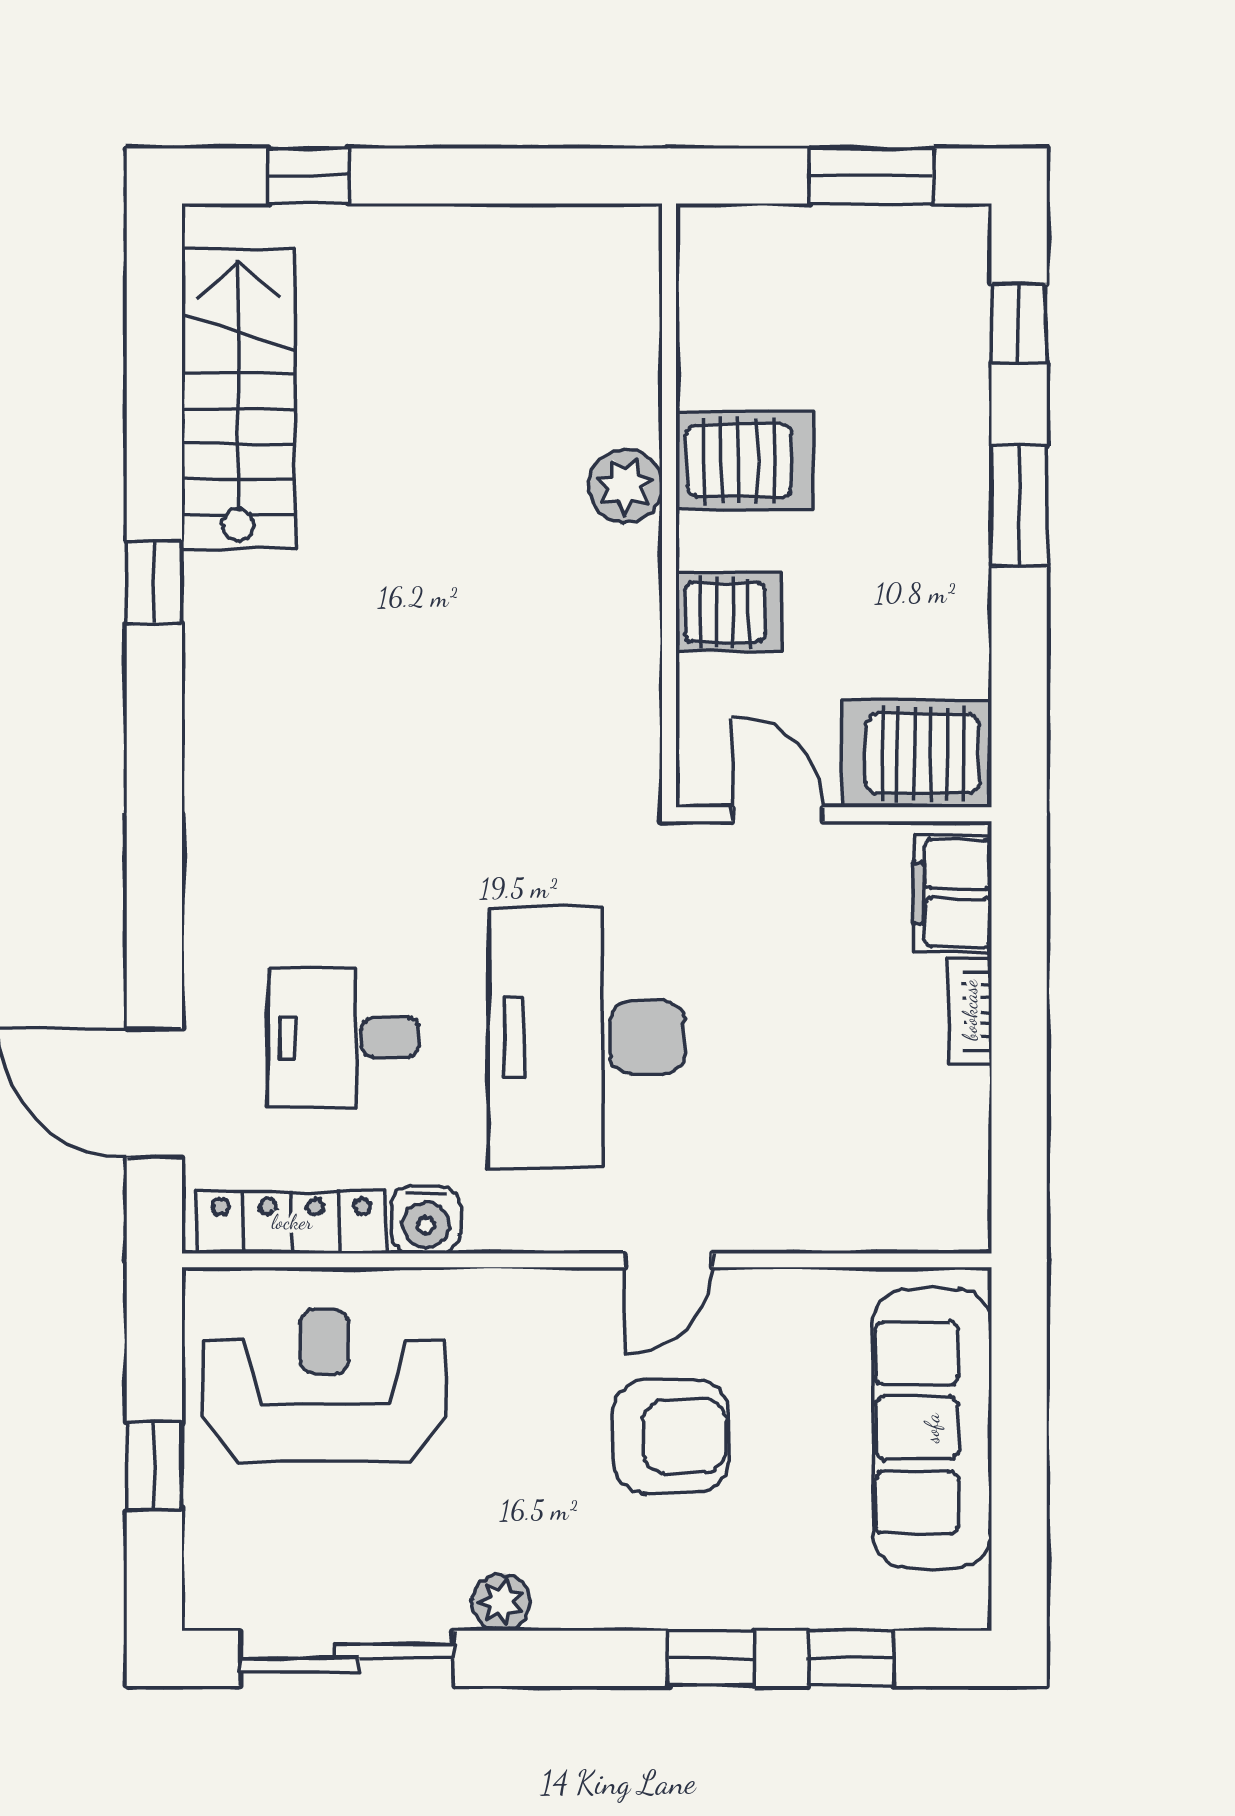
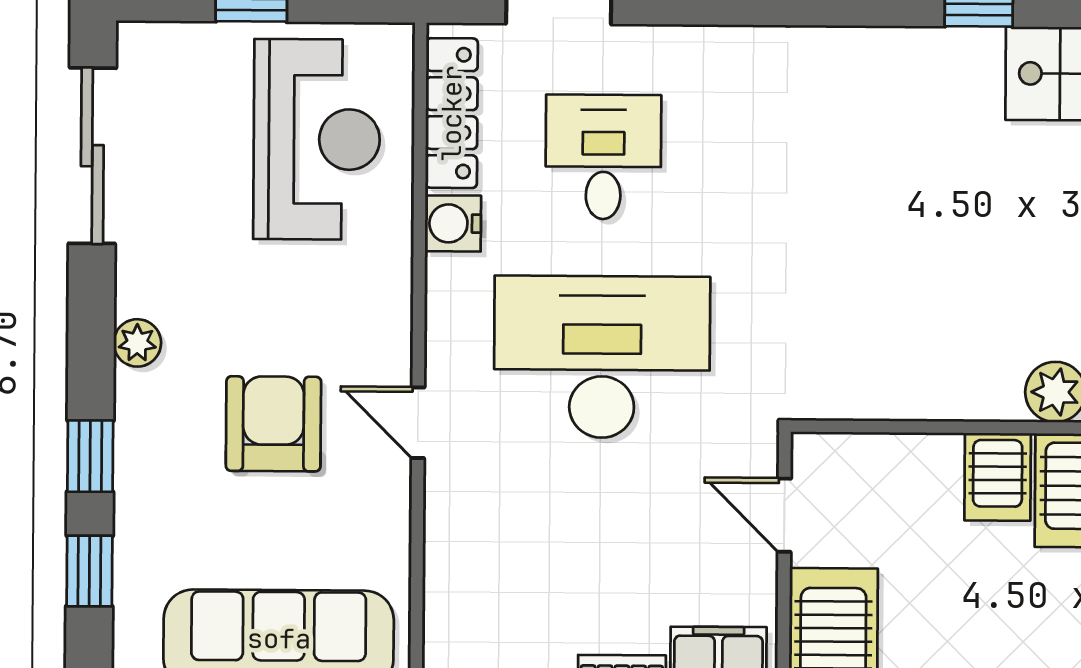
server rack: (729, 612) -> (998, 477), moved
door: (778, 814) -> (784, 515), swing flipped
armchair: (671, 1436) -> (273, 424), turned 180
plant: (501, 1602) -> (137, 343), moved

